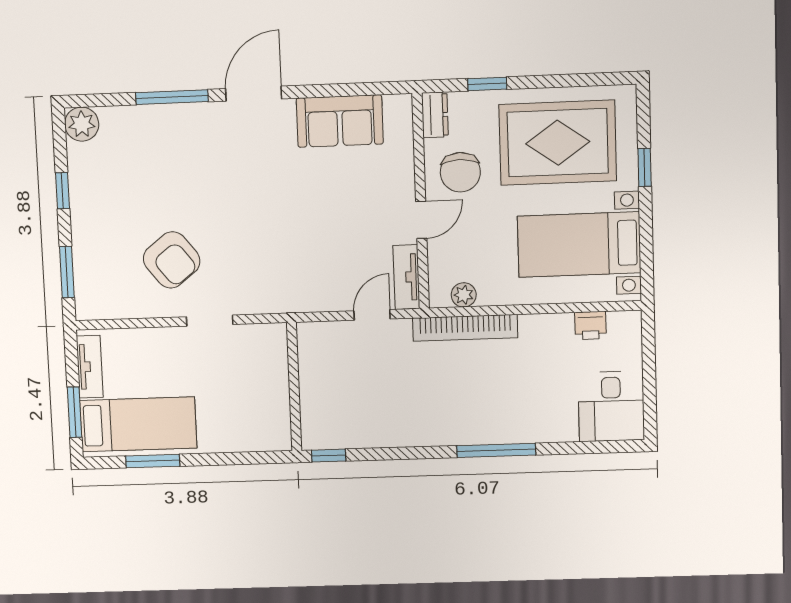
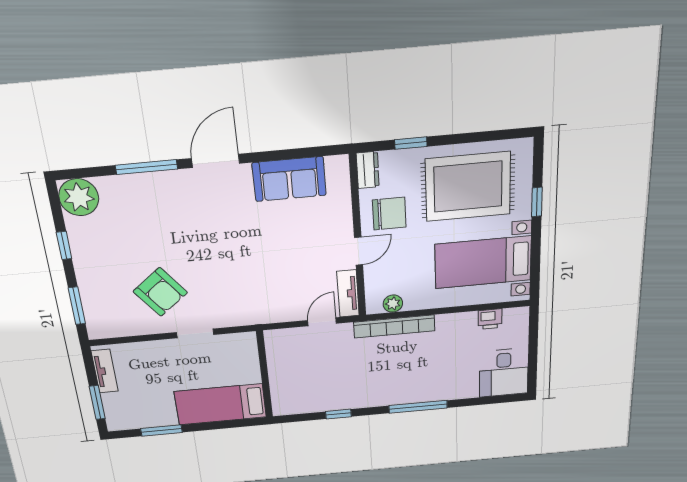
plant: (82, 124) -> (79, 197), width x1.36, depth x1.36
chair: (460, 172) -> (389, 214), turned -90
bed: (138, 424) -> (221, 404), moved, turned 180
window: (329, 456) -> (338, 414), moved

